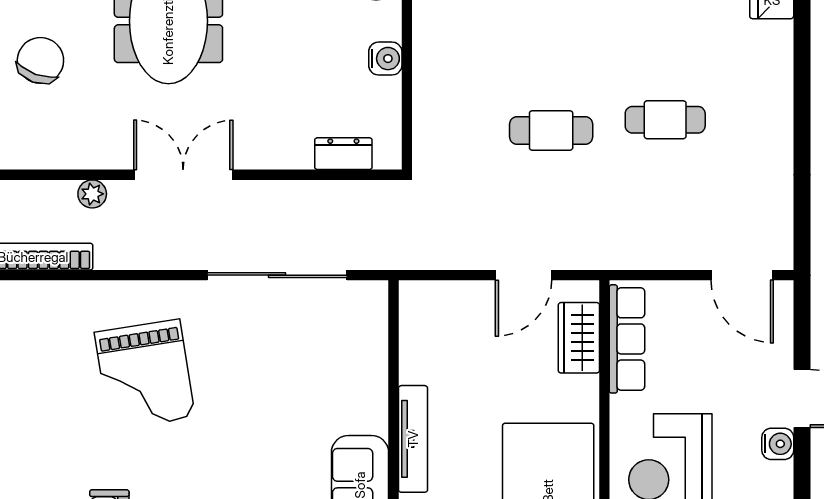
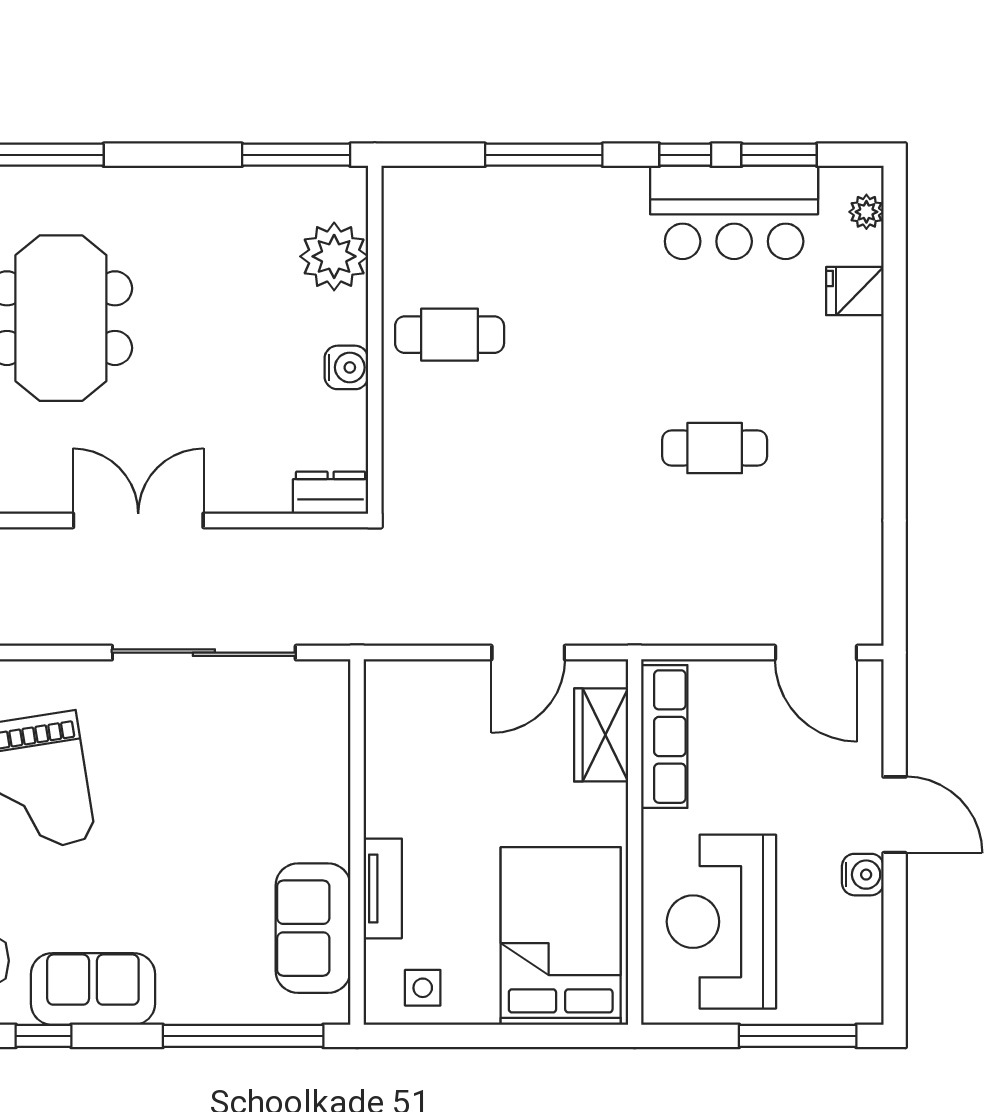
cafe table: (551, 130) -> (450, 335), moved
dresser: (343, 154) -> (331, 493), moved
double door: (183, 175) -> (138, 520), moved
tv unit: (413, 439) -> (383, 888), width x0.71

